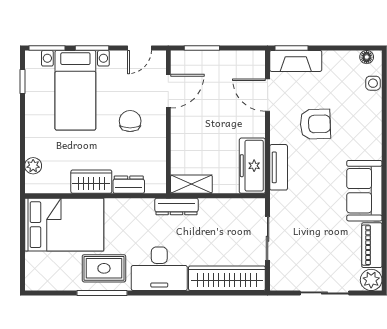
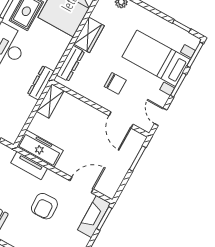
dresser: (129, 185) -> (71, 63), width x1.44

